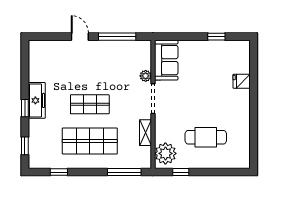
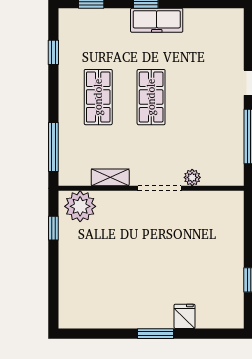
sofa: (166, 60) -> (215, 207), removed
window: (254, 101) -> (156, 334), added
cafe table: (206, 137) -> (104, 264), removed
shop shelf: (90, 141) -> (98, 97), width x0.70, depth x0.74

